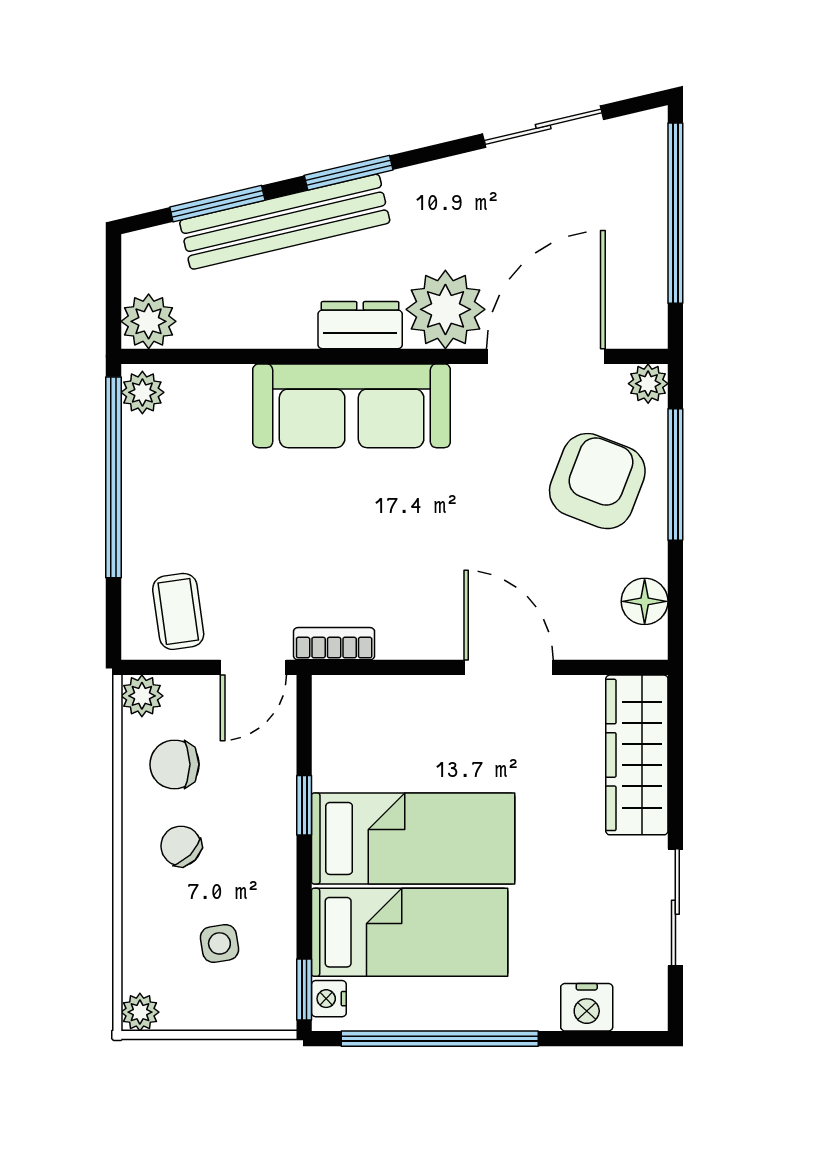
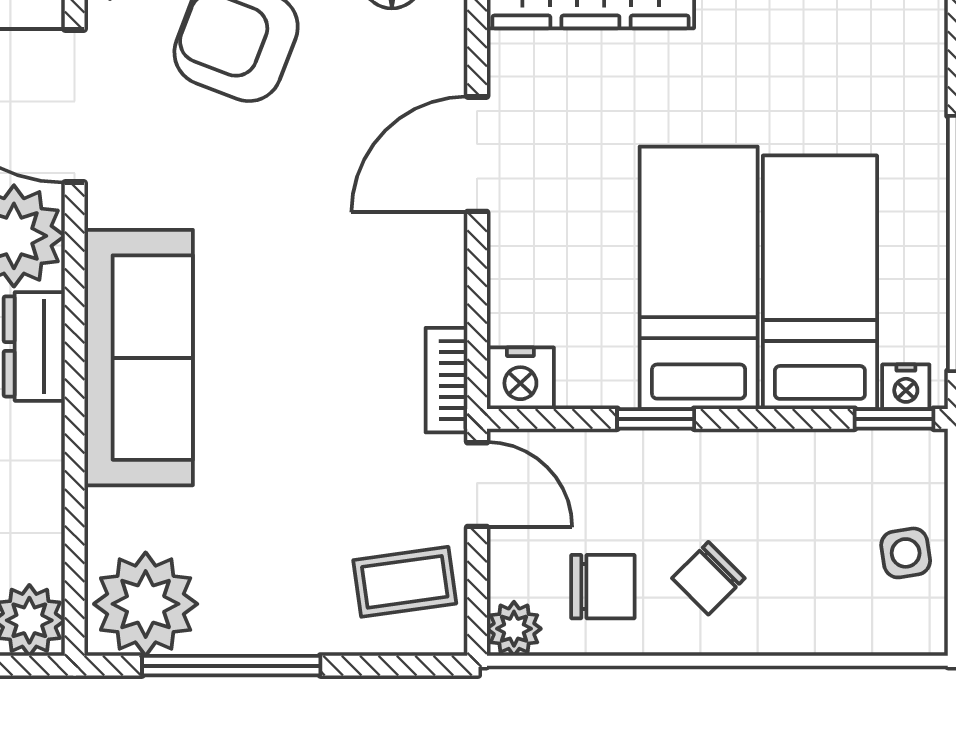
plant: (142, 392) -> (146, 604), width x1.87, depth x1.87
window: (114, 477) -> (231, 666), width x0.68
chair: (175, 764) -> (603, 587), turned -90
side table: (219, 943) -> (906, 553), moved
nightstand: (587, 1007) -> (520, 378), moved, turned 90
plant: (140, 1012) -> (923, 631), removed

